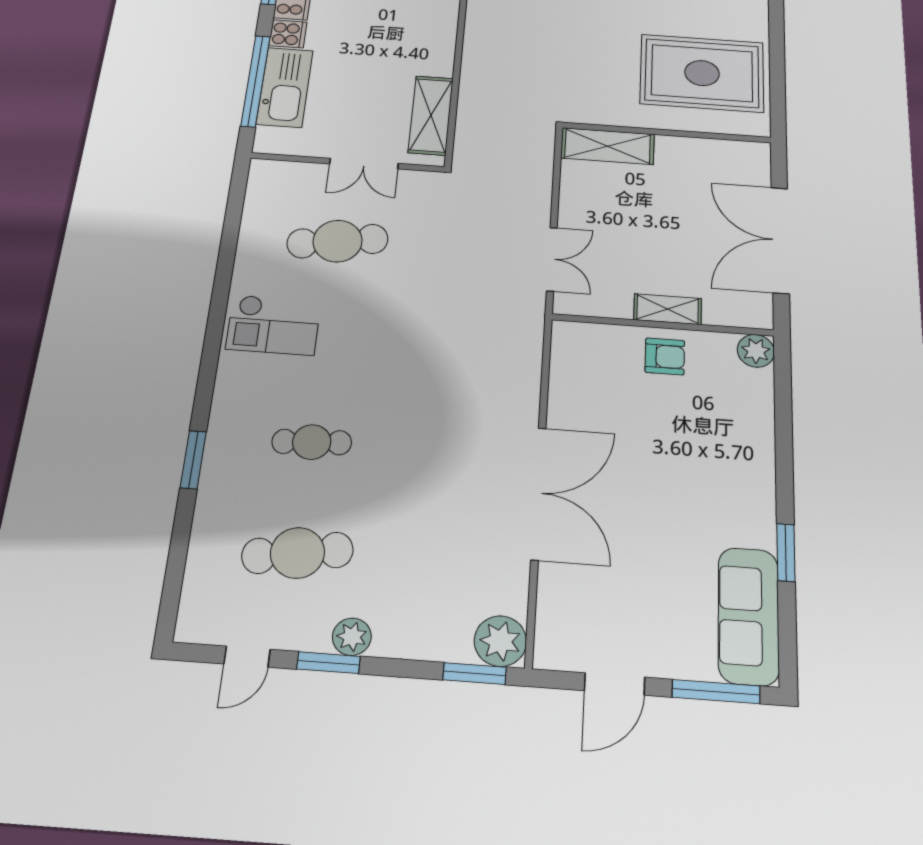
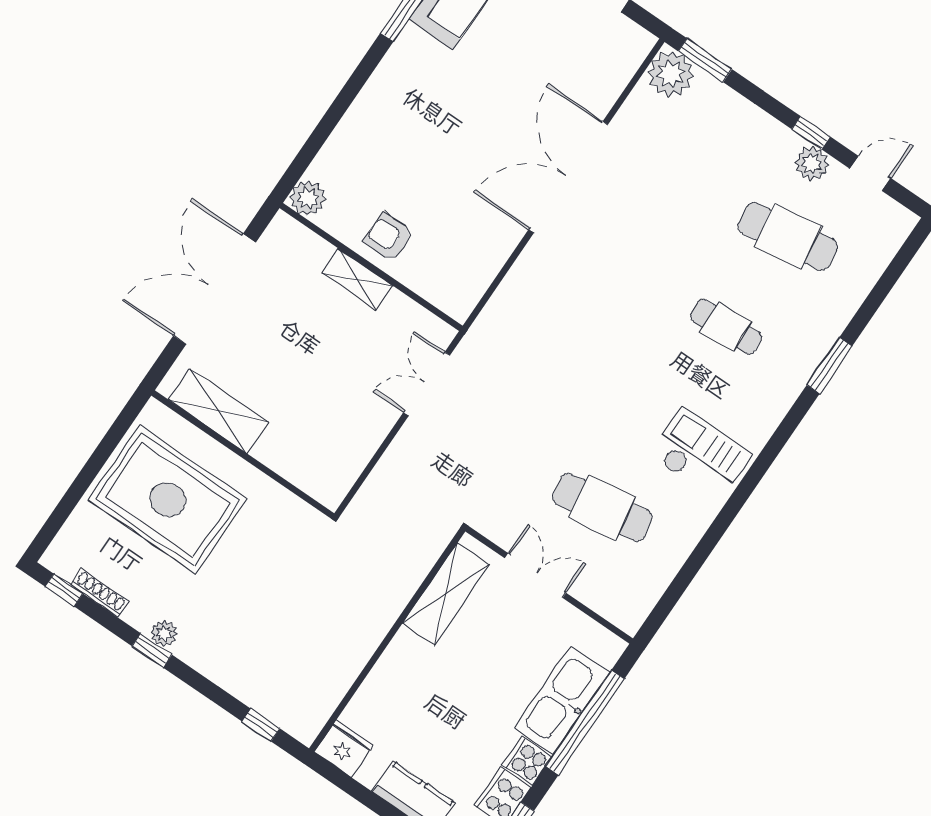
shelving: (608, 146) -> (219, 411), moved
double door: (780, 240) -> (215, 289), swing flipped
plant: (352, 637) -> (812, 163), moved
window: (329, 663) -> (811, 133), width x0.67

